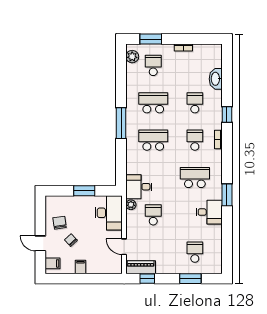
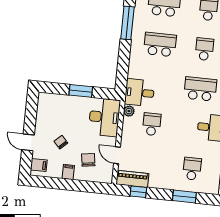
chair: (60, 223) -> (88, 160), moved

